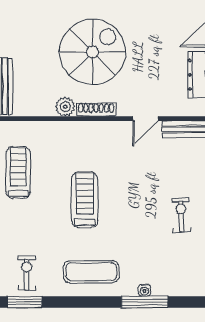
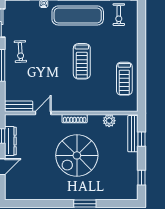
plant: (65, 107) -> (109, 121), moved
exercise mat: (91, 272) -> (78, 15), width x1.36, depth x1.45

